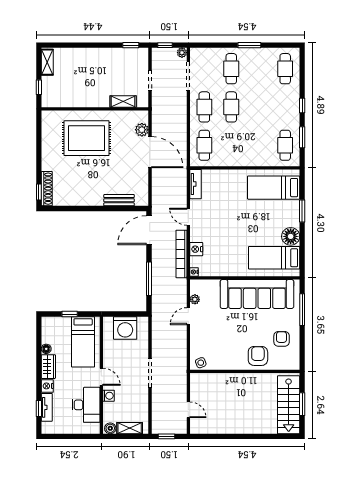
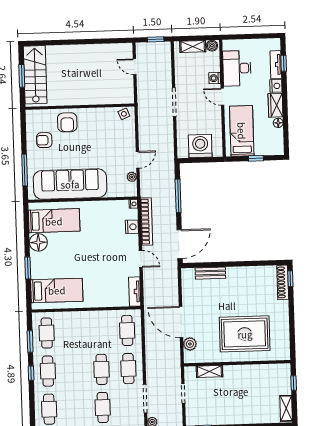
cafe table: (285, 107) -> (48, 371), added
armchair: (282, 339) -> (44, 140), turned 90

